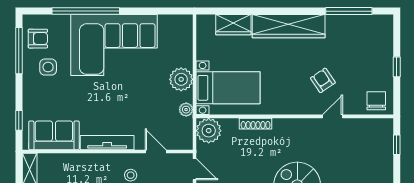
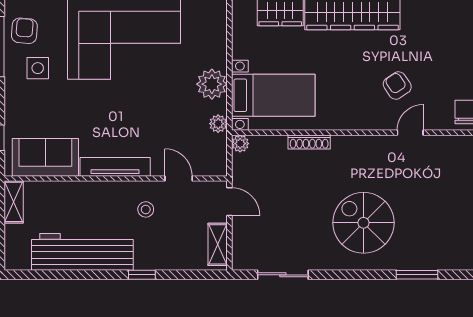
armchair: (38, 39) -> (24, 31), turned -85
plant: (209, 131) -> (240, 144), width x0.53, depth x0.53

